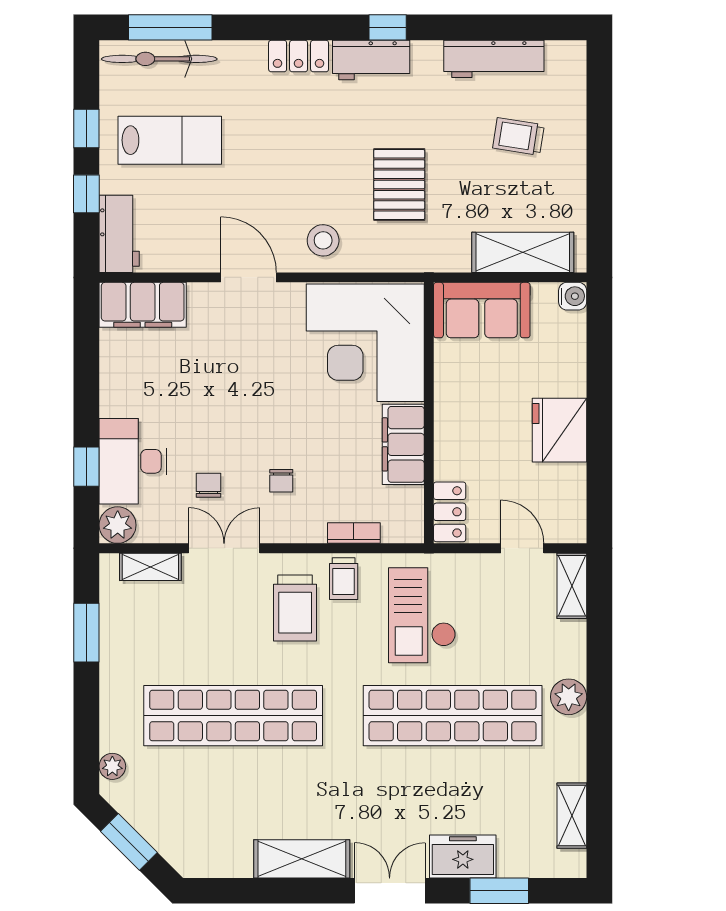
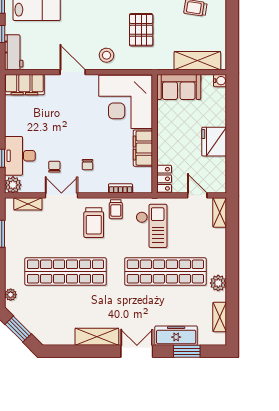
checkout: (422, 615) -> (152, 226), turned 180
plant: (569, 697) -> (218, 283), moved
freezer: (463, 856) -> (176, 336), width x1.40

